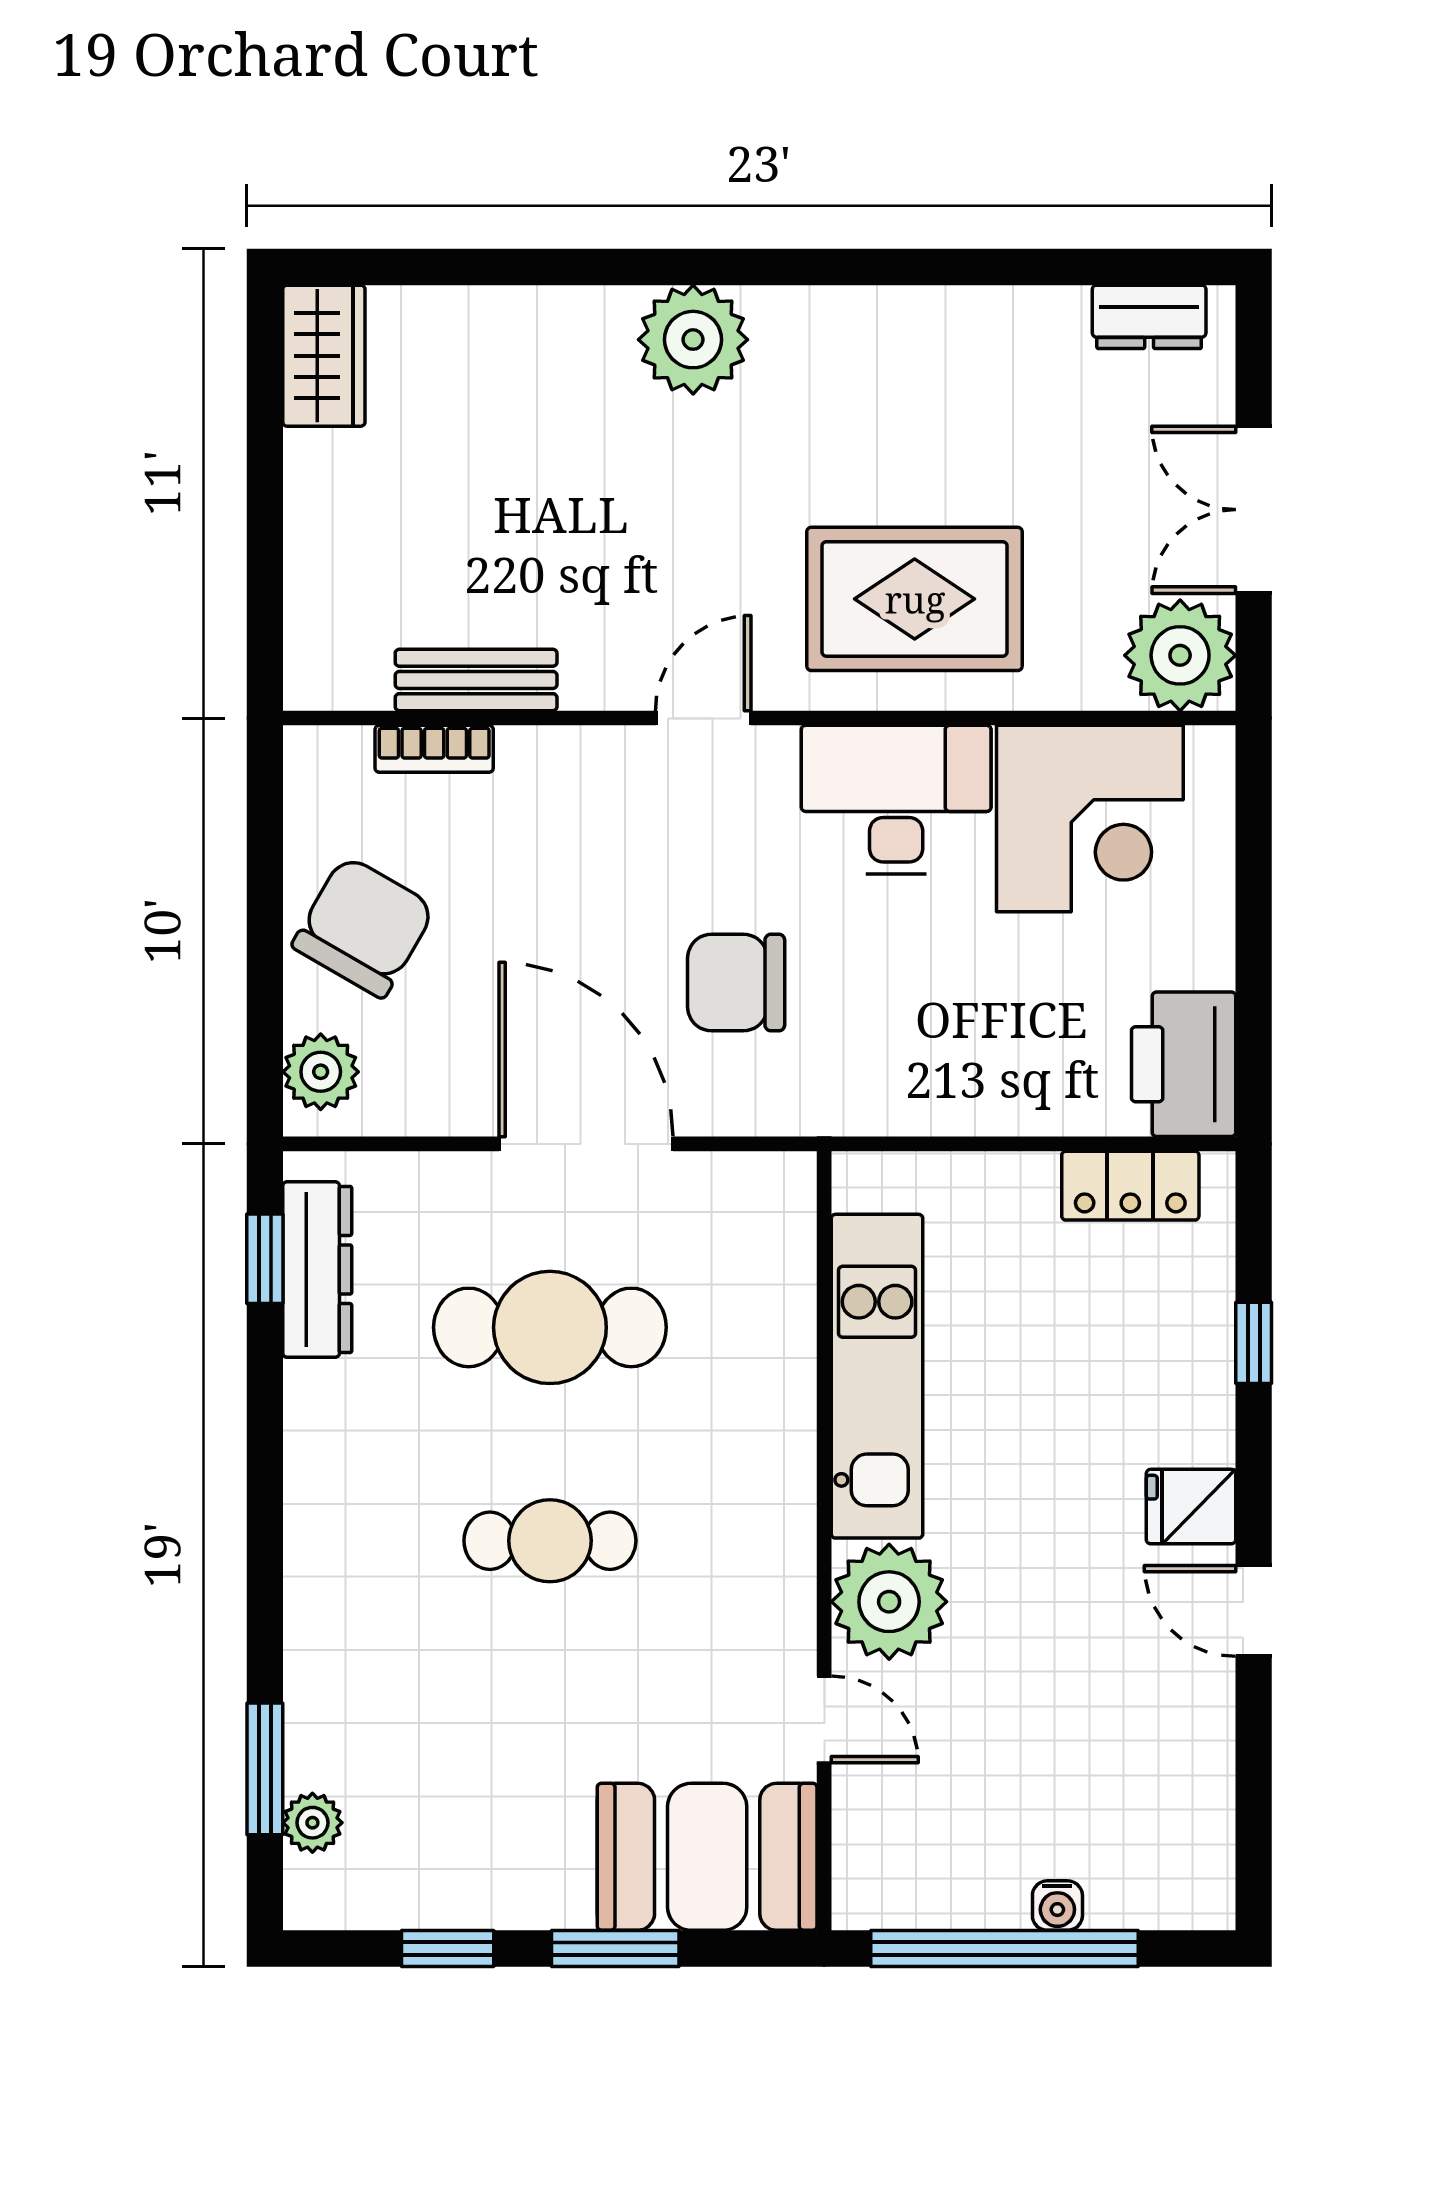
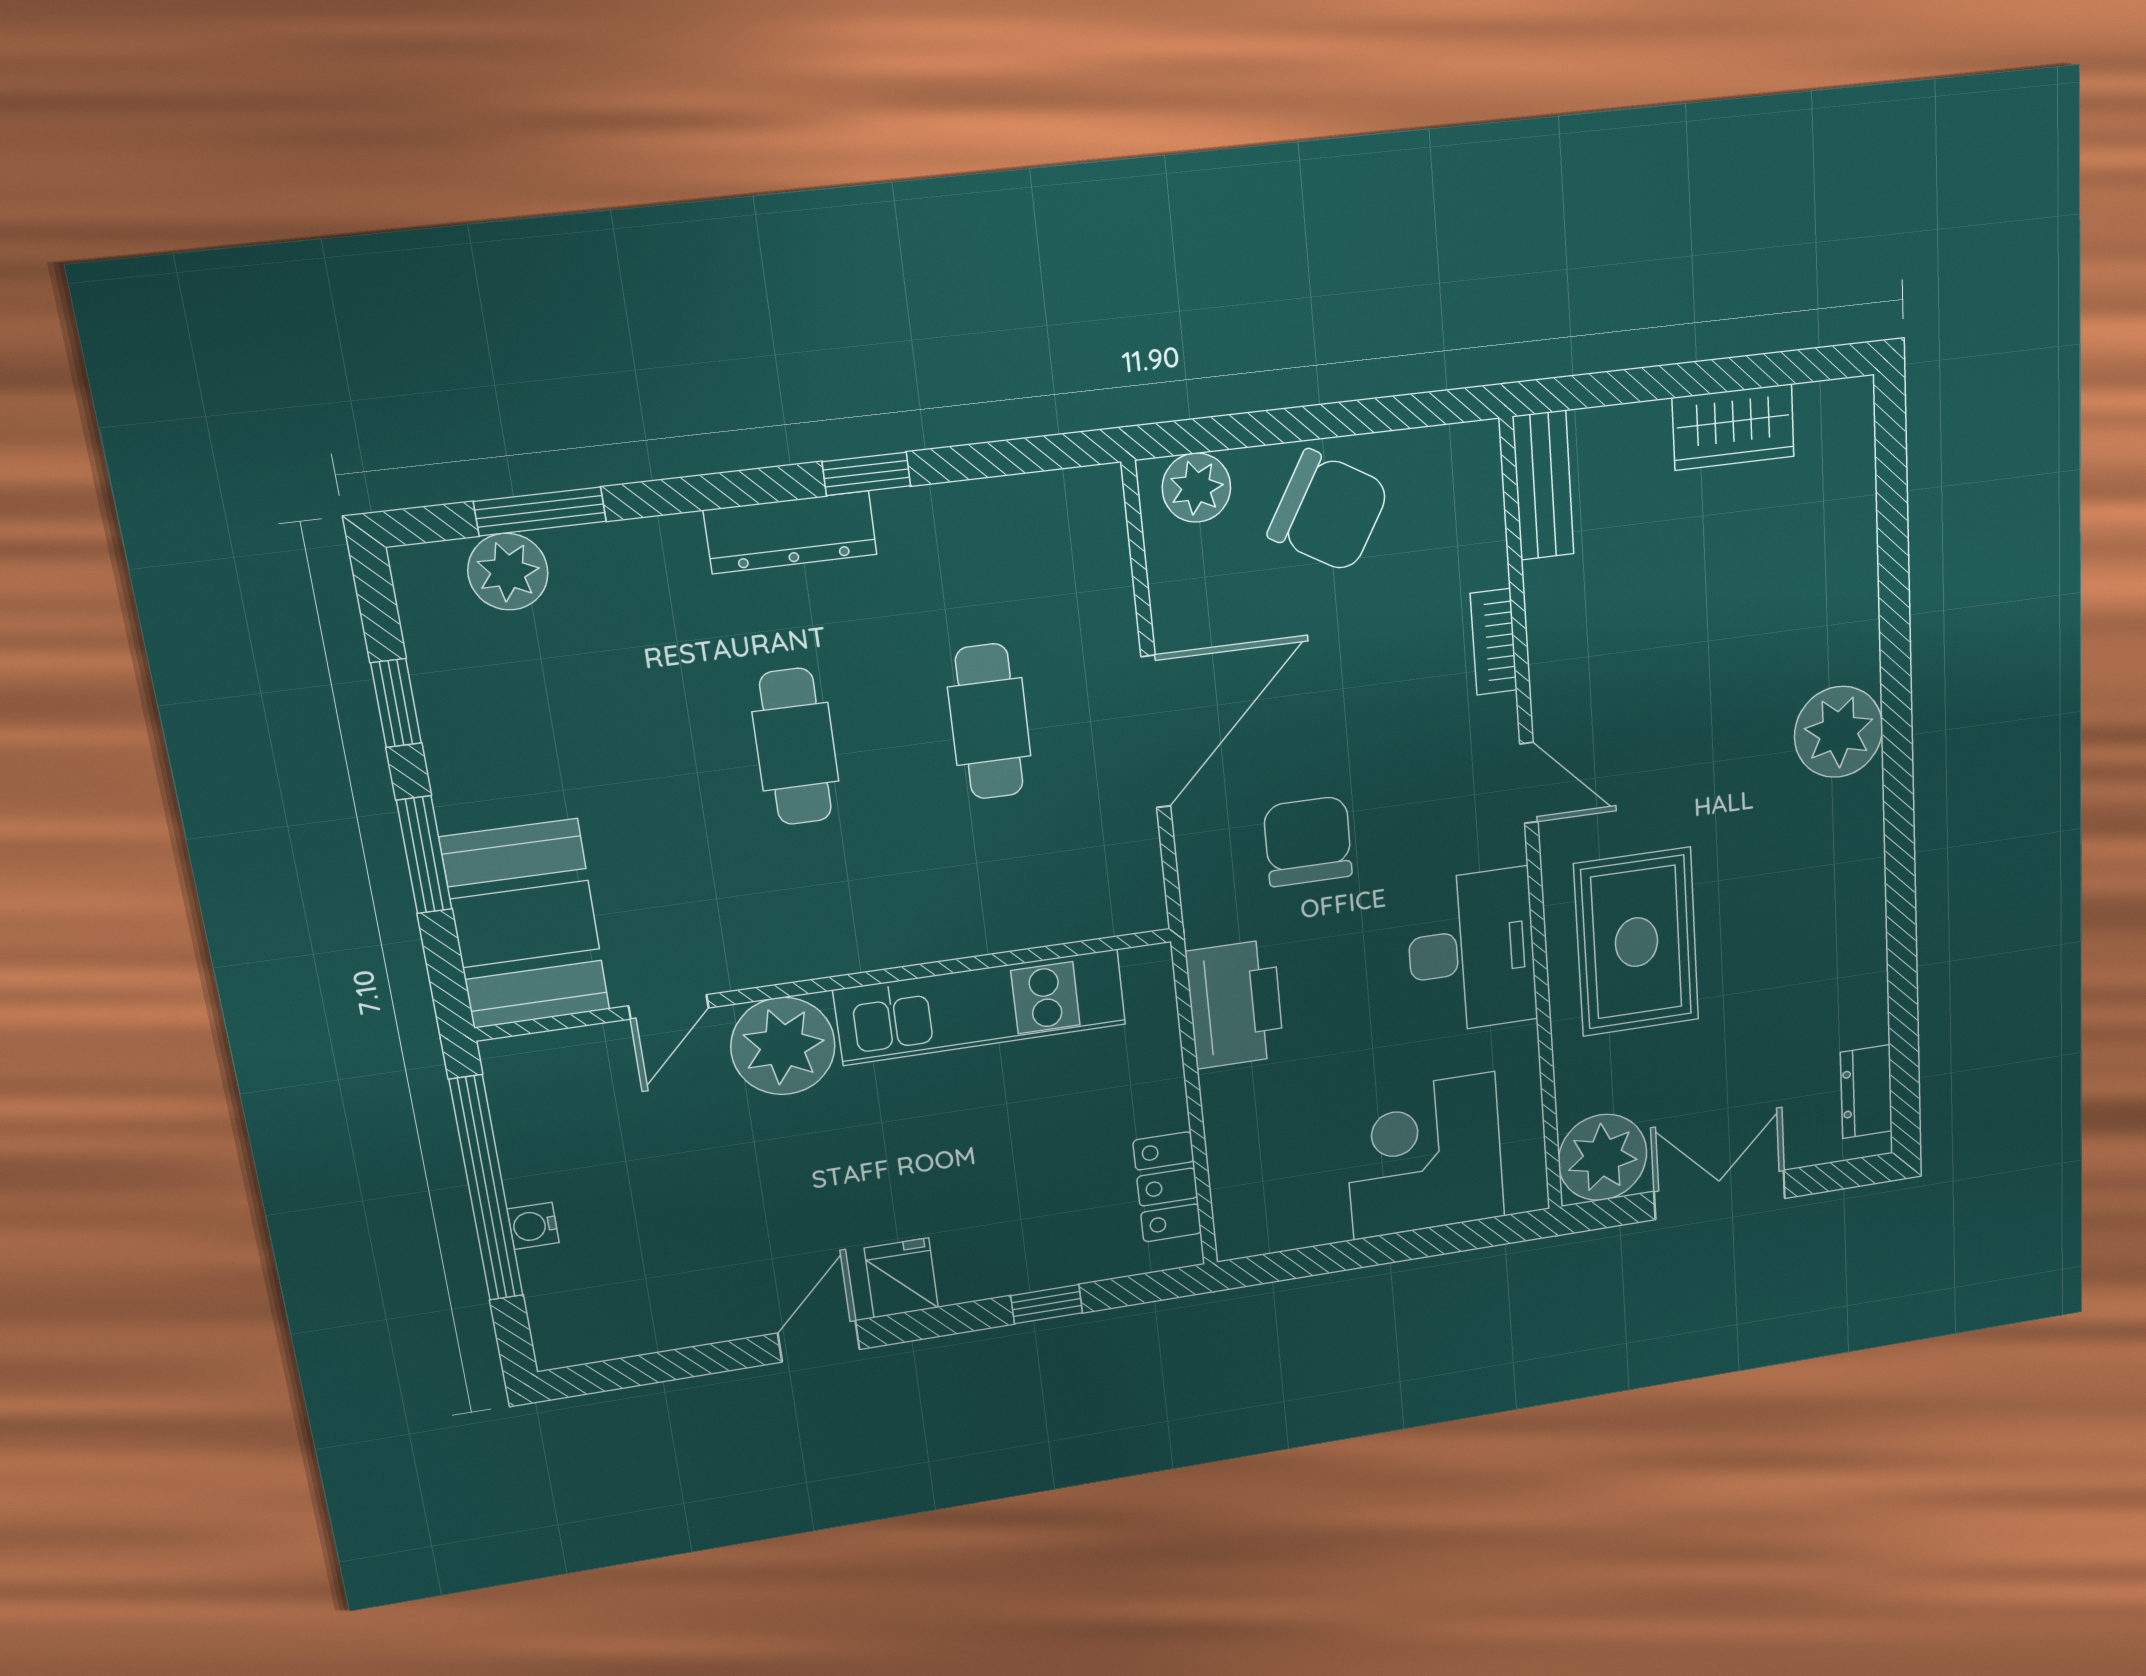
wardrobe: (324, 356) -> (1733, 427), moved
bench: (476, 680) -> (1543, 485), moved
bookcase: (434, 749) -> (1494, 642), moved
corner desk: (1090, 819) -> (1424, 1156), moved, turned 90
printer: (1184, 1064) -> (1235, 1004), moved, turned 90
window: (265, 1259) -> (866, 474), moved
dresser: (317, 1269) -> (790, 532), moved
cafe table: (550, 1327) -> (989, 722), width x0.73, depth x0.74
plant: (312, 1823) -> (508, 572), width x1.38, depth x1.38

